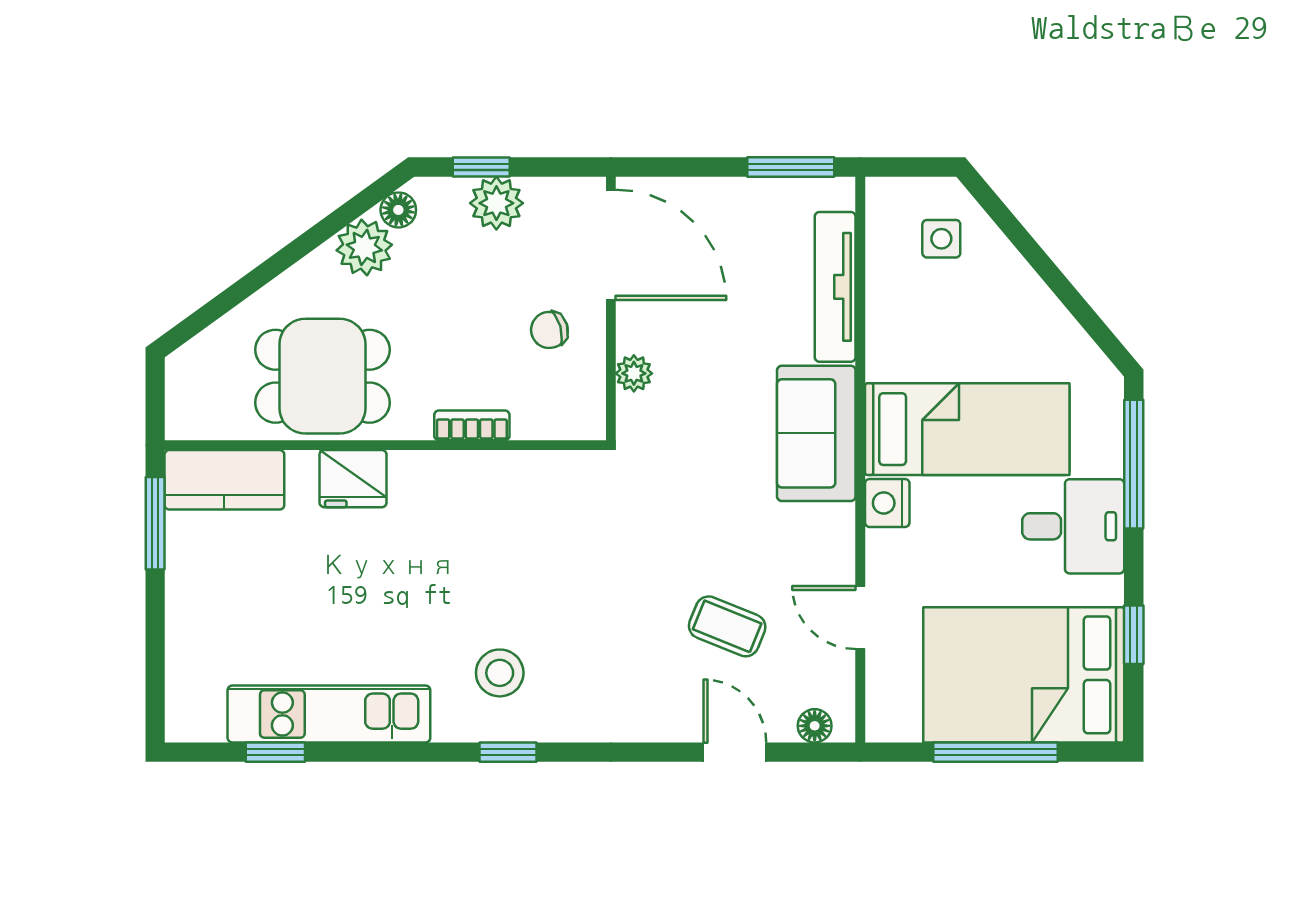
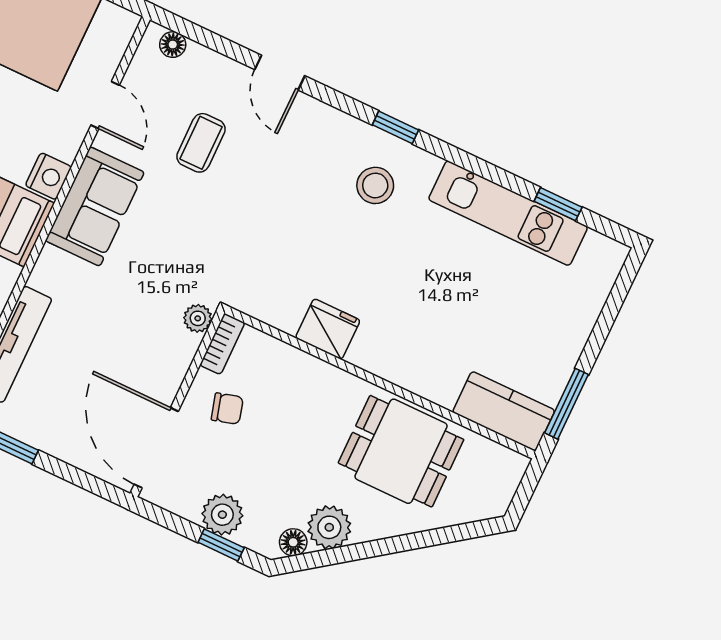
plant: (634, 373) -> (198, 318), moved
bookcase: (472, 425) -> (222, 344), moved, turned -90
sofa: (816, 433) -> (95, 206), moved
fridge: (353, 479) -> (328, 329), moved
coffee table: (727, 626) -> (201, 143), turned 68
door: (735, 752) -> (280, 73), moved

